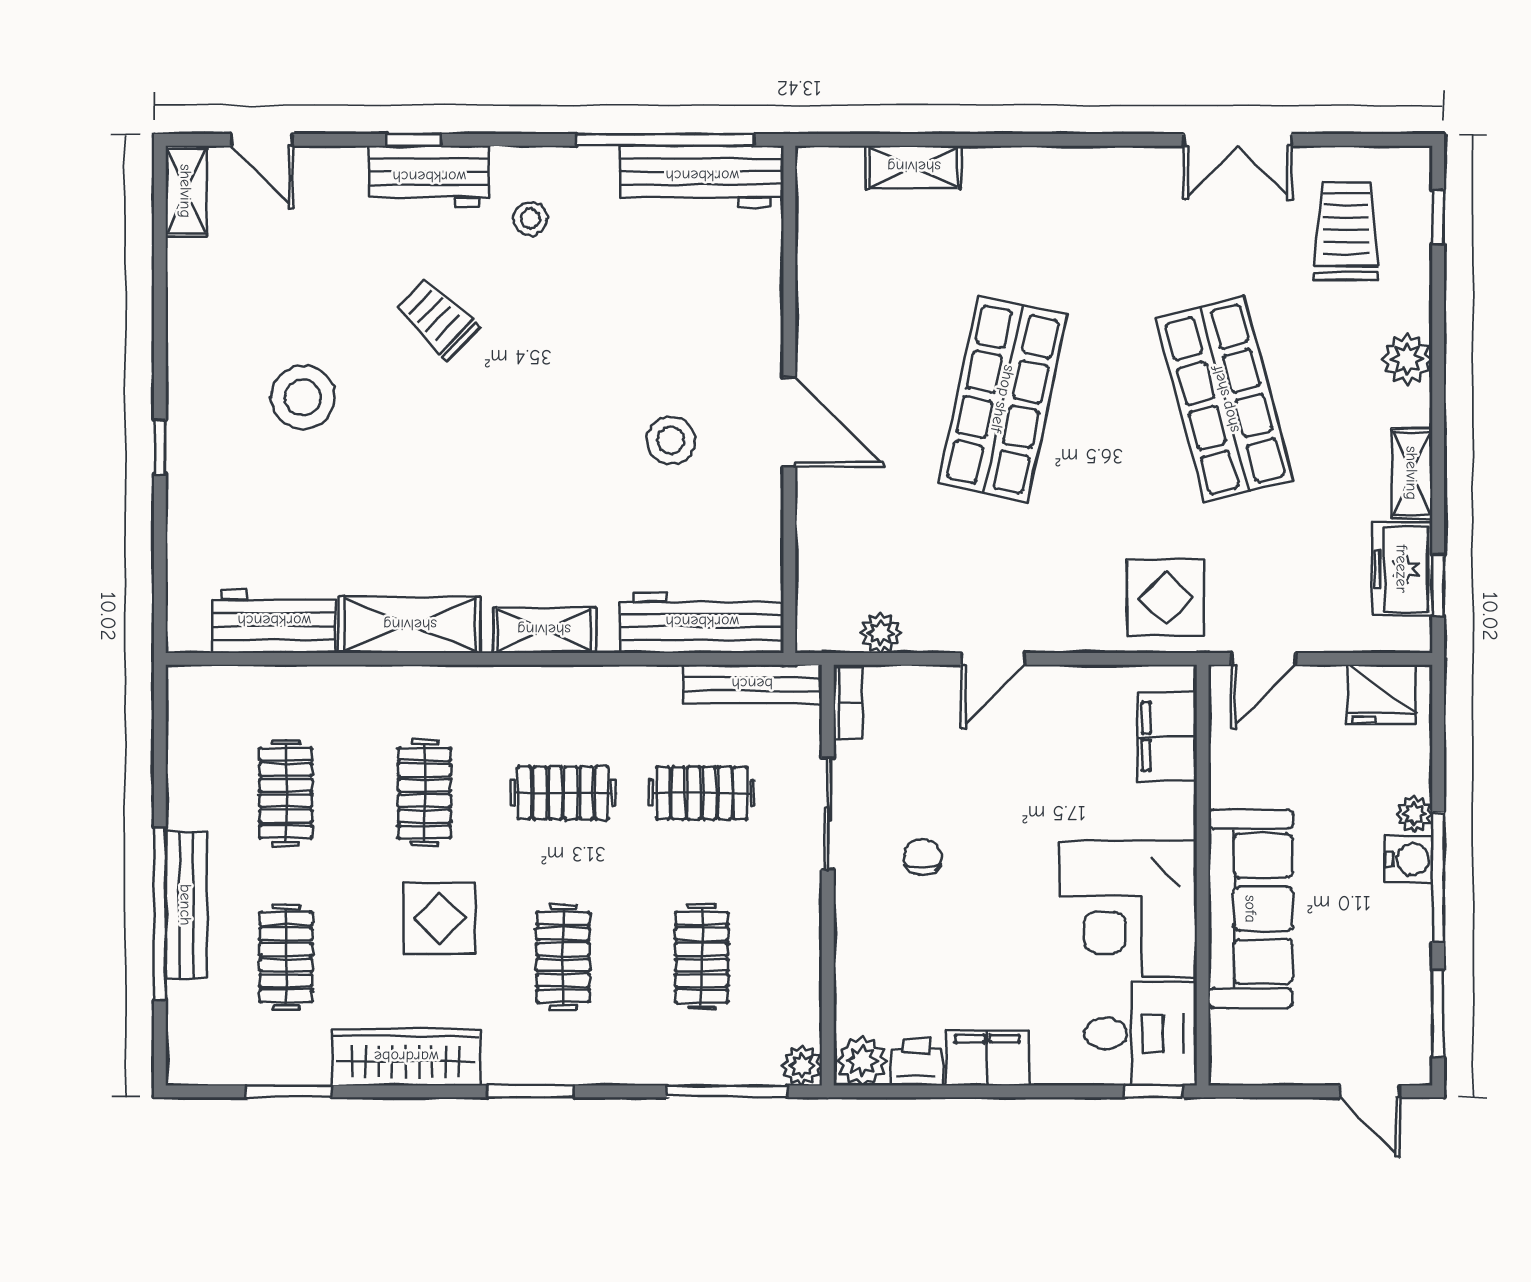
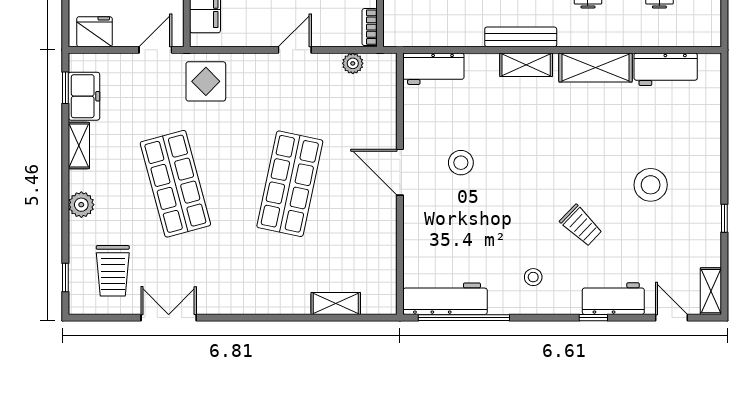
workbench: (429, 177) -> (613, 299), moved
window: (160, 447) -> (724, 218), moved
workbench: (702, 622) -> (433, 69), width x0.73
bench: (752, 684) -> (521, 37), moved

